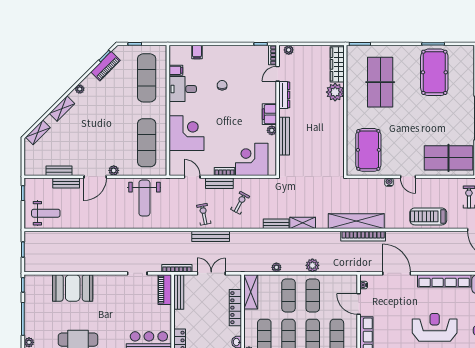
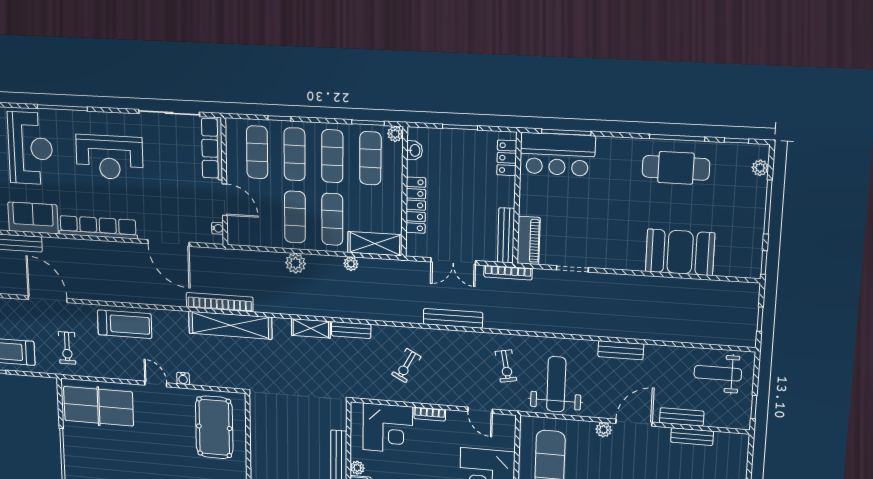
bench: (219, 183) -> (621, 350), moved
exercise bike: (204, 214) -> (506, 366), moved
shelving: (251, 292) -> (375, 244), moved, turned 90

